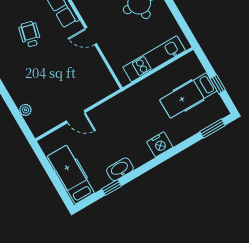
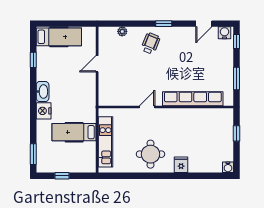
wheelchair: (30, 34) -> (151, 43), moved, turned -82
hospital bed: (188, 95) -> (74, 132), moved, turned -90
washbasin: (120, 169) -> (43, 92), moved

